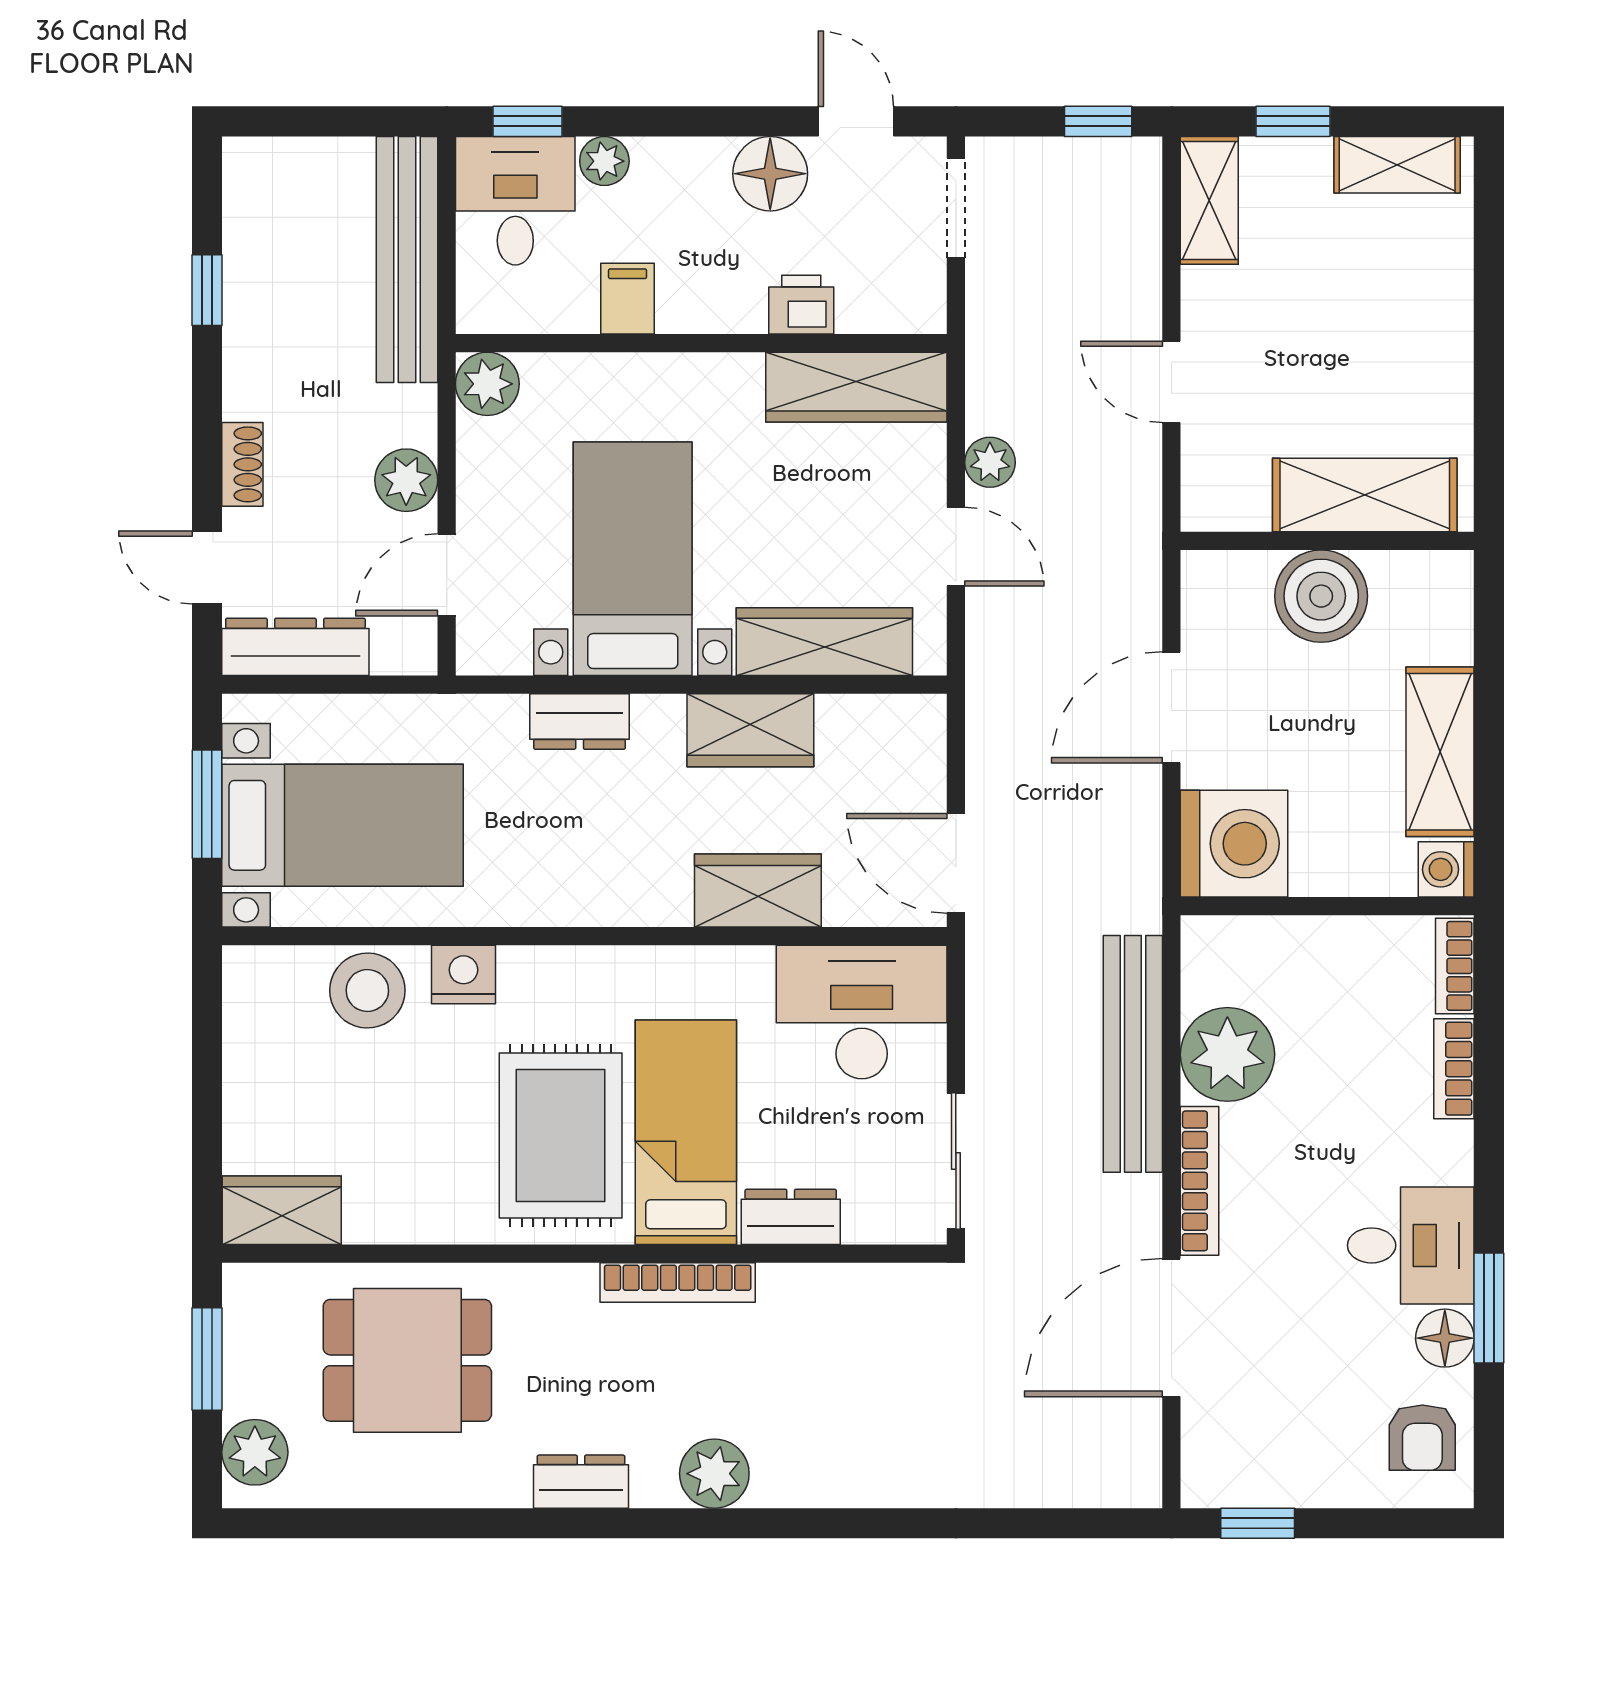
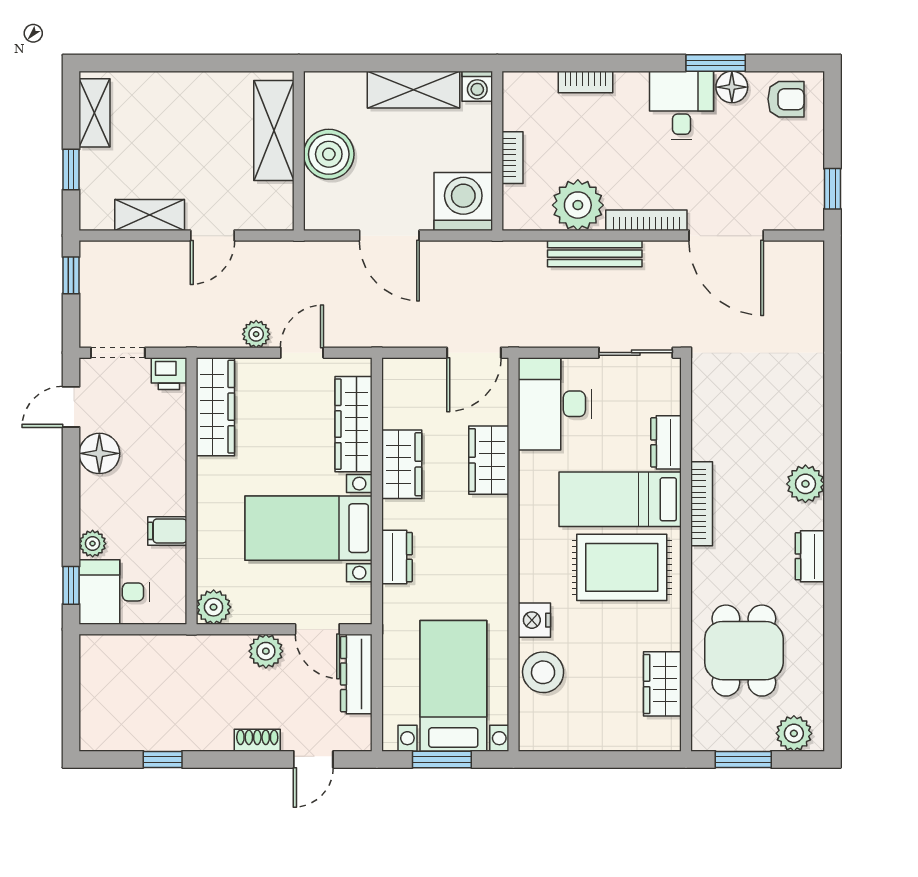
shelving: (1209, 200) -> (150, 215), moved
bench: (407, 260) -> (146, 651), removed
printer: (801, 305) -> (169, 374), moved, turned -90
dresser: (295, 647) -> (356, 674), moved
bookcase: (1455, 966) -> (513, 158), moved, turned -90
bench: (1133, 1054) -> (595, 254), width x0.73, depth x0.82
wardrobe: (282, 1210) -> (662, 684), moved

